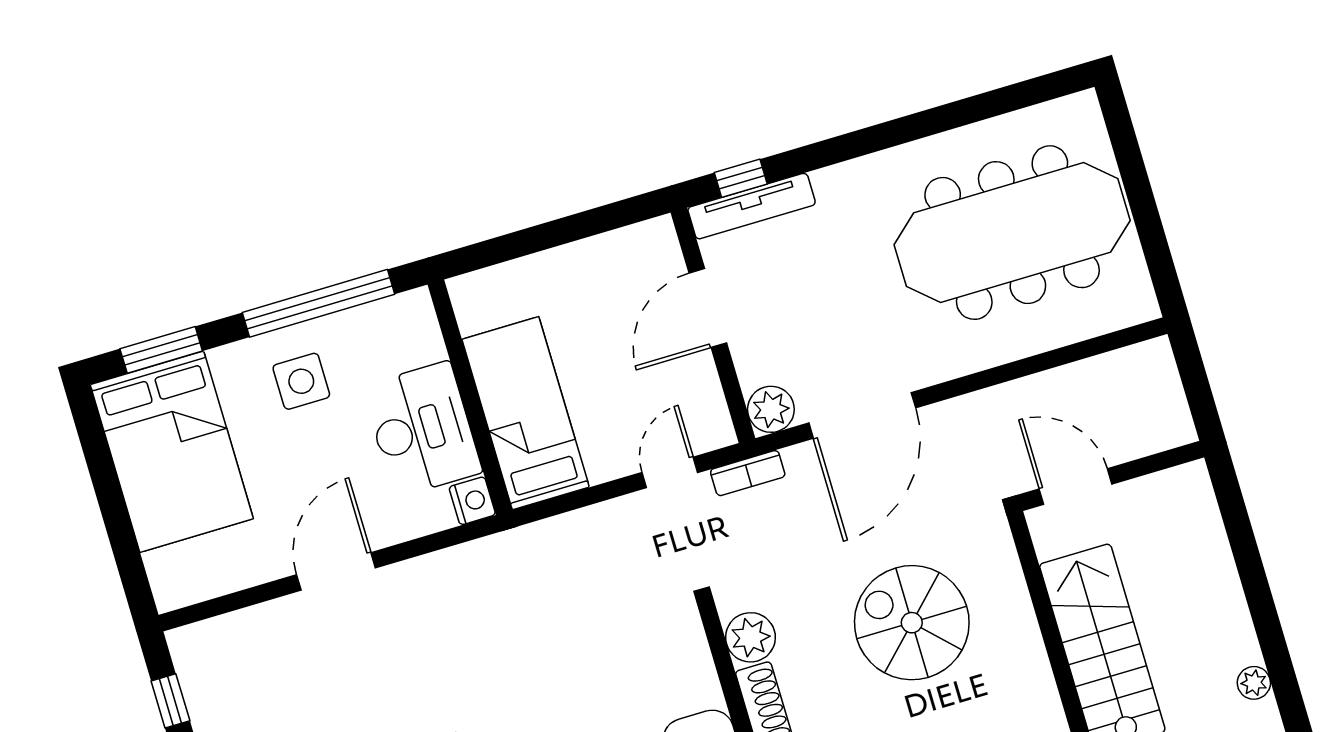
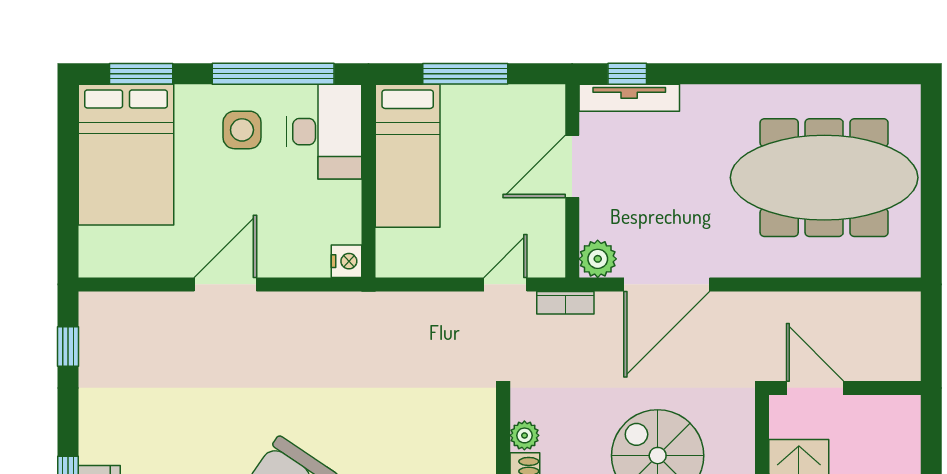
window: (548, 235) -> (465, 74), added
bed: (526, 413) -> (408, 156), moved, turned 180
desk: (422, 429) -> (324, 132), moved
plant: (751, 637) -> (524, 435), width x0.73, depth x0.73

